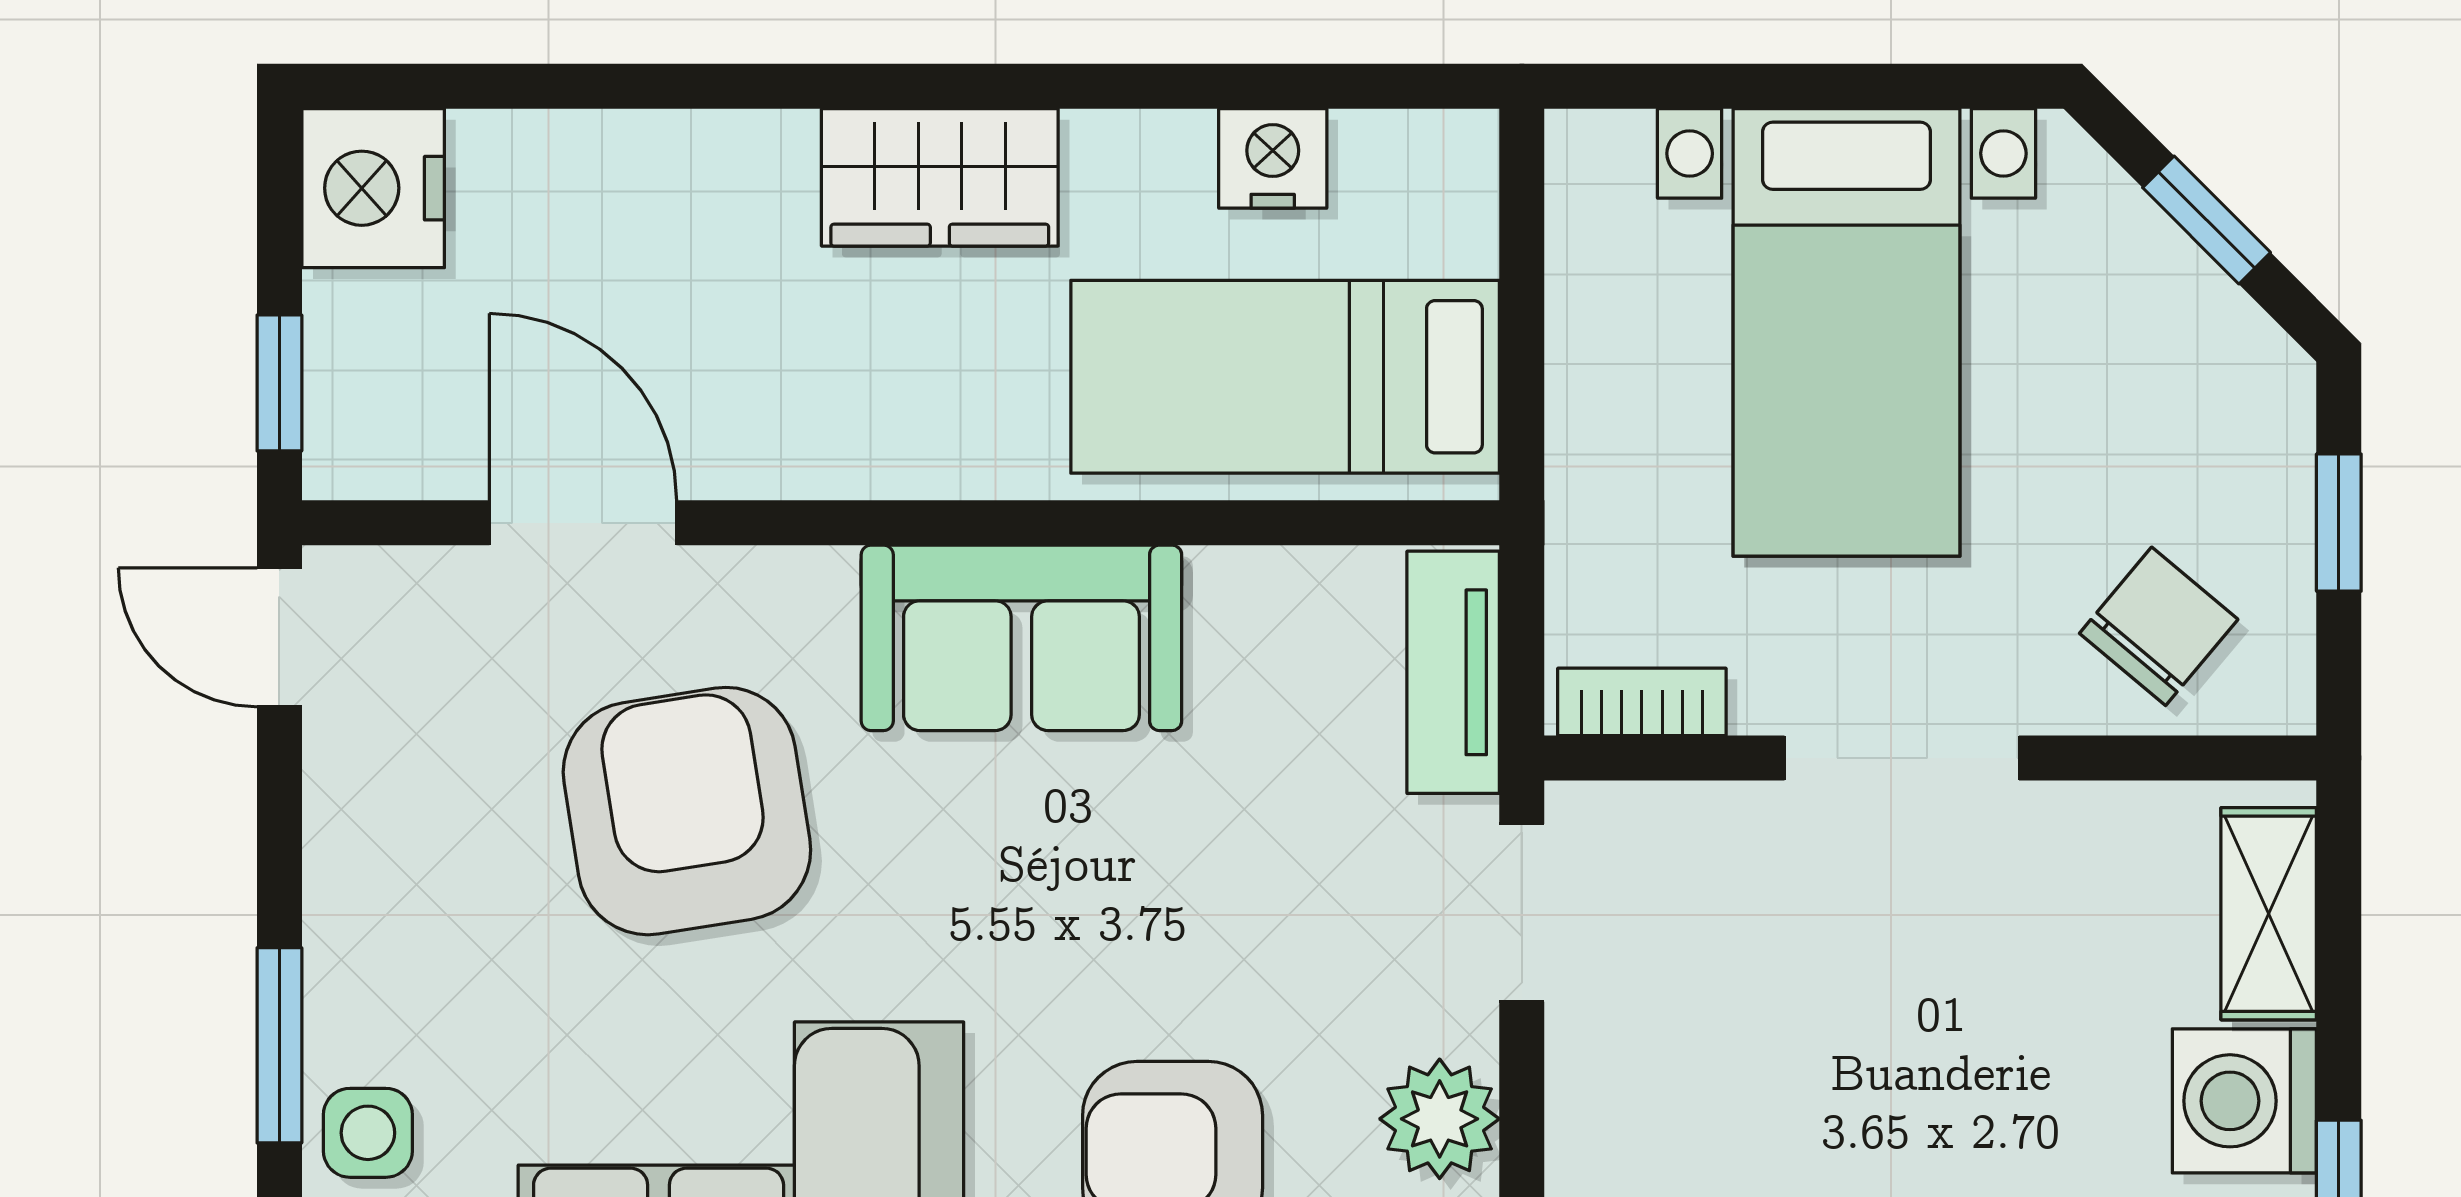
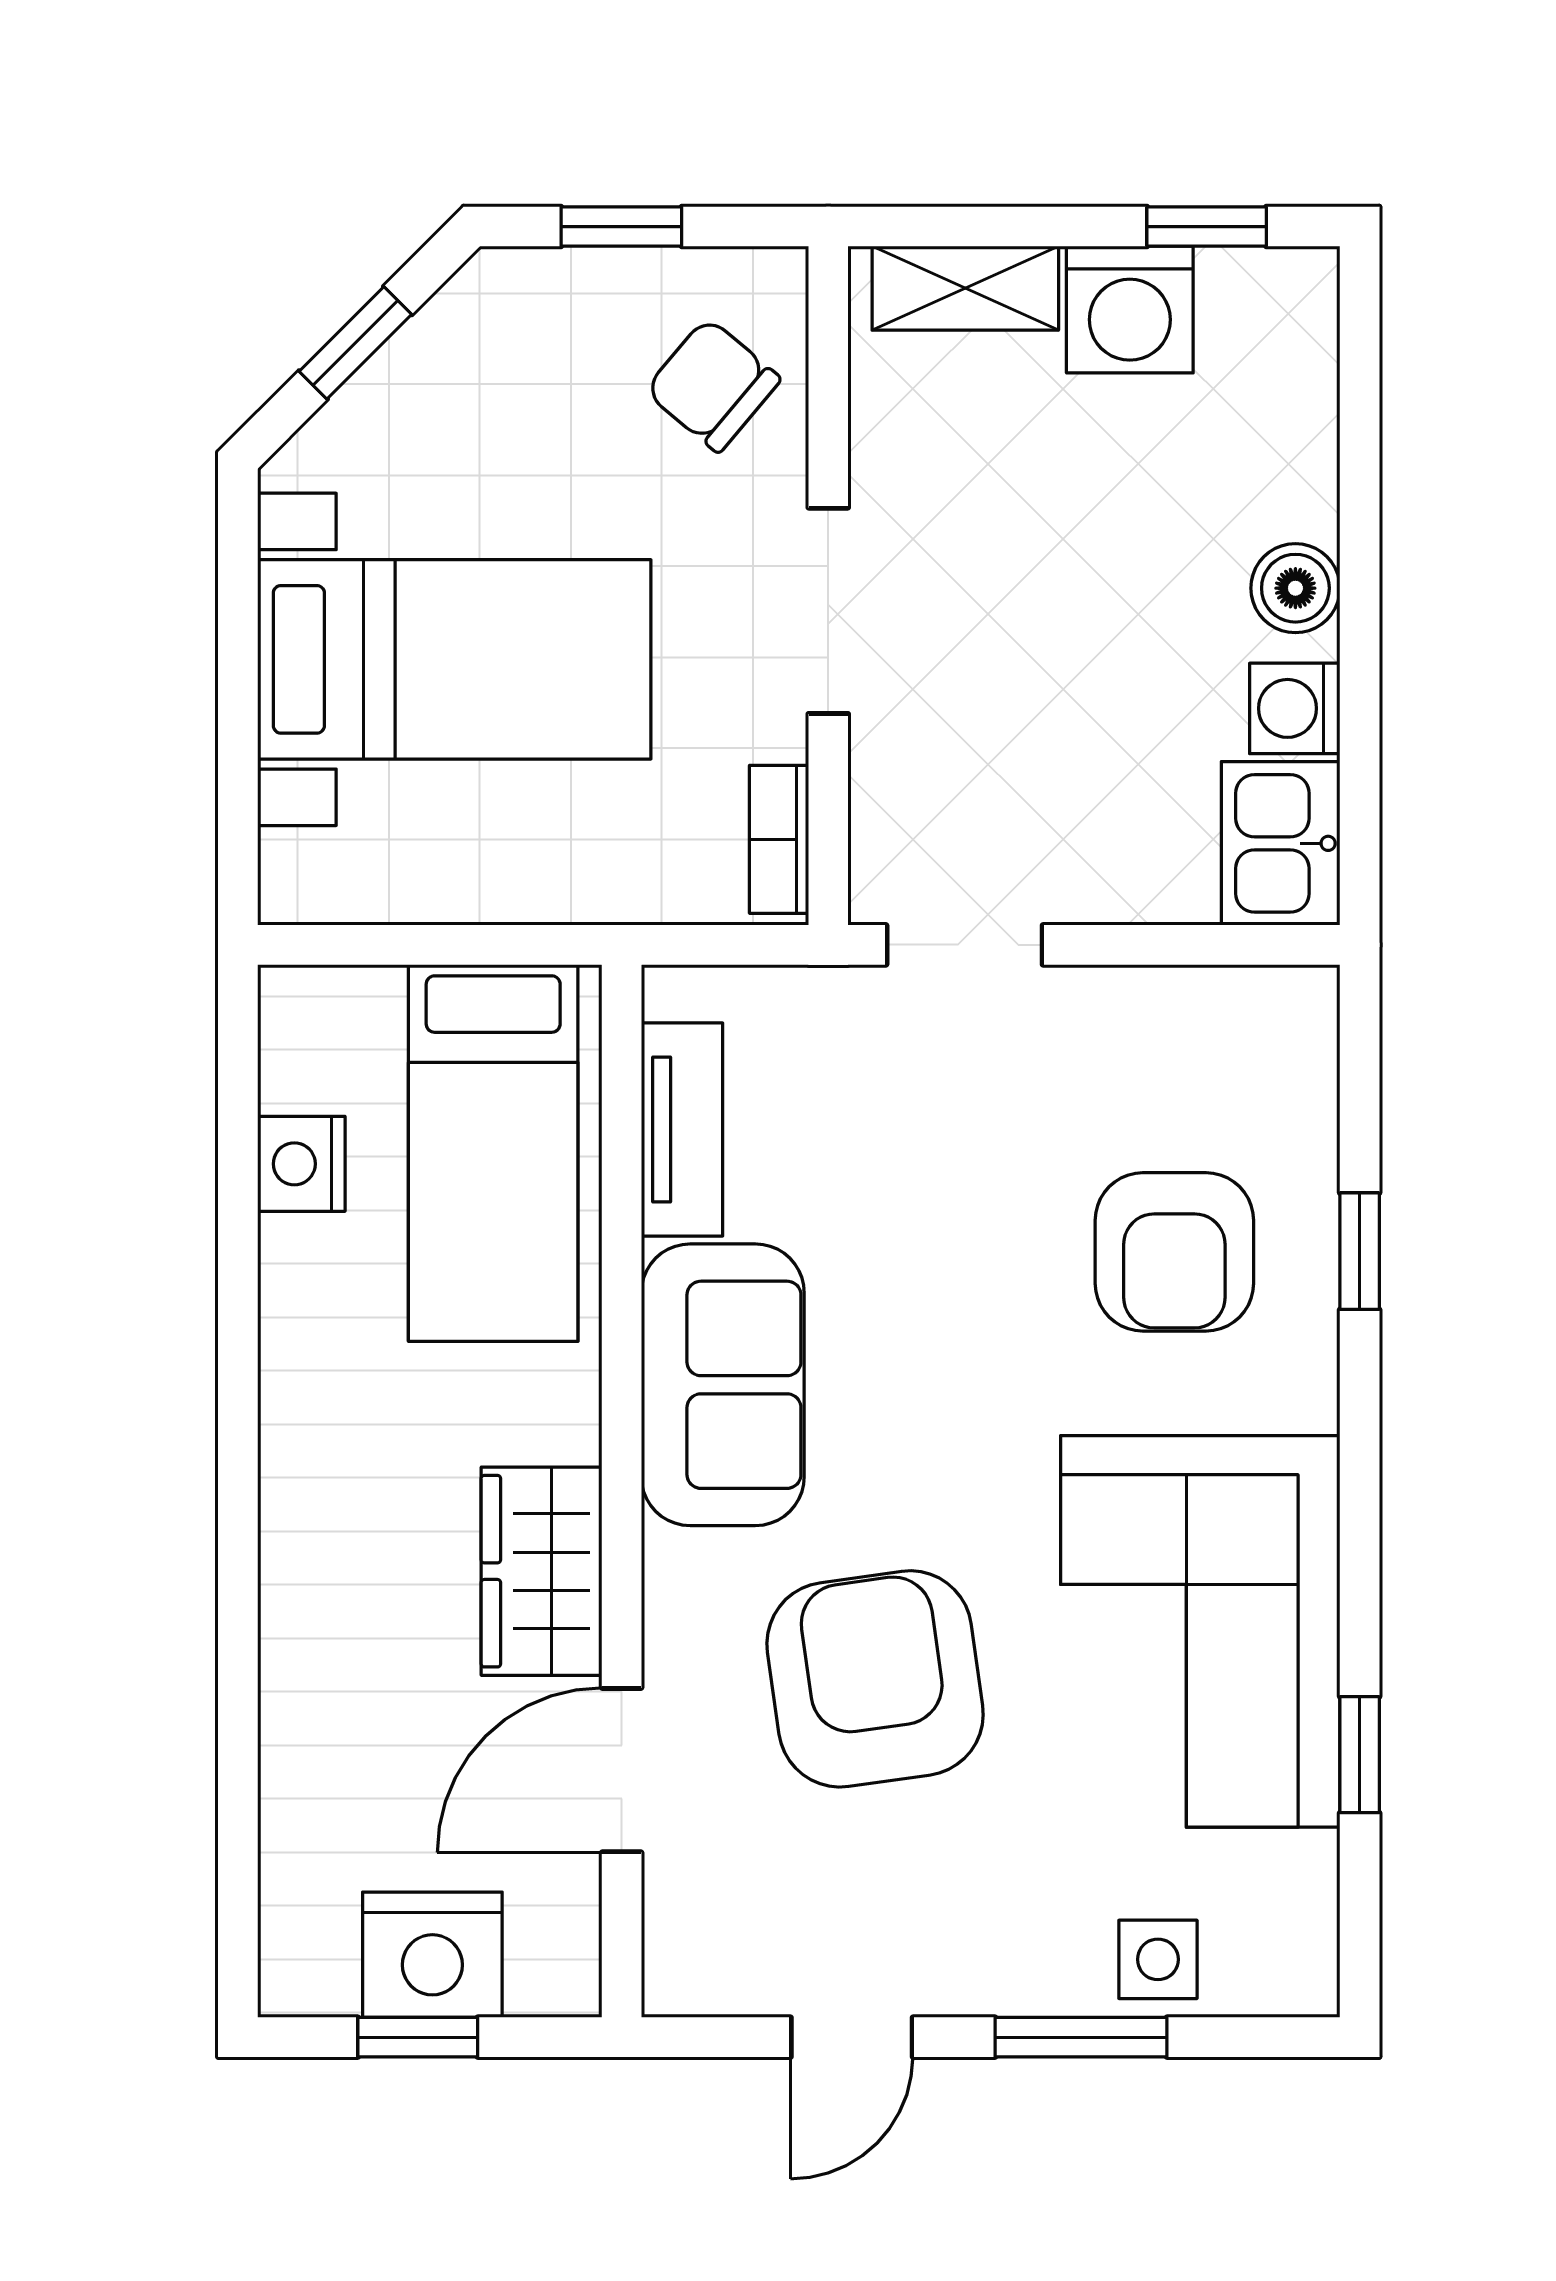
wardrobe: (940, 177) -> (542, 1571), moved, turned 180
nightstand: (373, 188) -> (432, 1955), moved
window: (279, 383) -> (418, 2037), moved
door: (279, 637) -> (852, 2037), moved
tv unit: (1453, 672) -> (682, 1130), moved, turned -90
armchair: (687, 811) -> (875, 1679), turned 91
plant: (1440, 1119) -> (1146, 1017), removed

